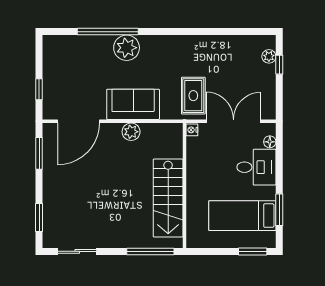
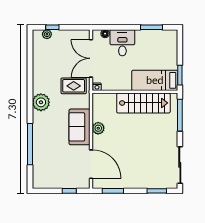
plant: (127, 48) -> (41, 102), moved
bed: (242, 216) -> (155, 80), moved, turned 90
sliding door: (77, 251) -> (180, 165), width x1.37
window: (253, 251) -> (180, 75), moved

